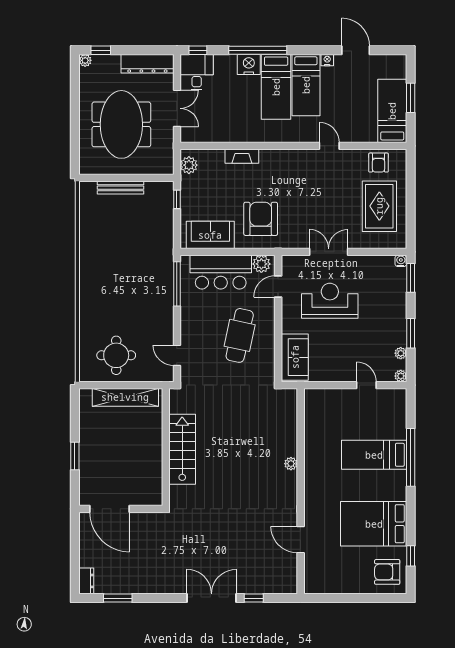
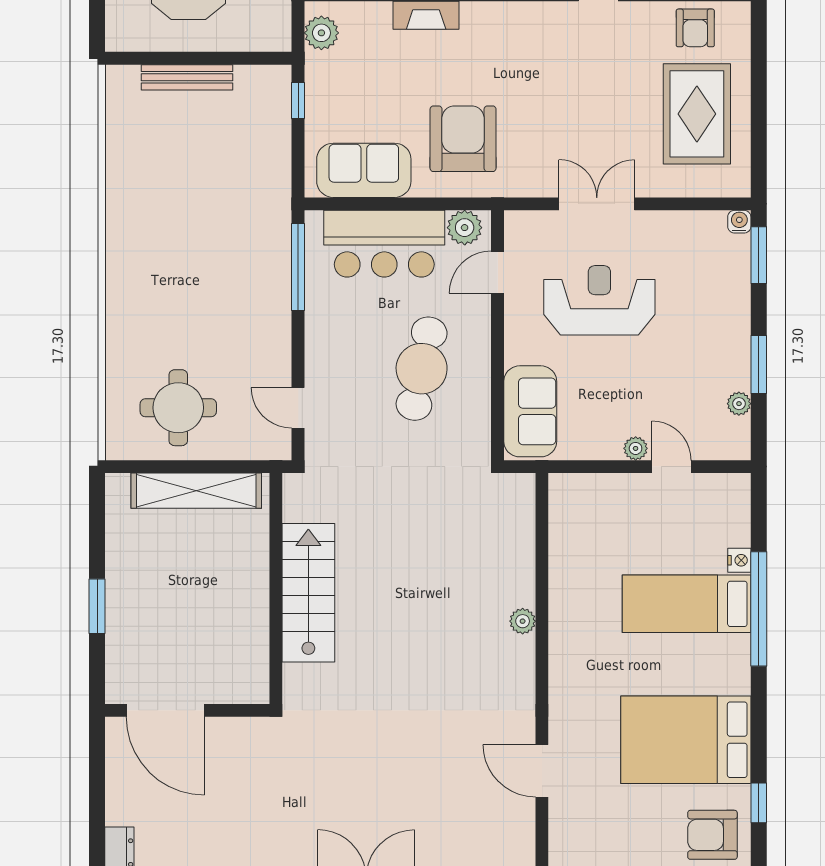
plant: (401, 376) -> (636, 448), moved
nightstand: (401, 433) -> (739, 560), added

